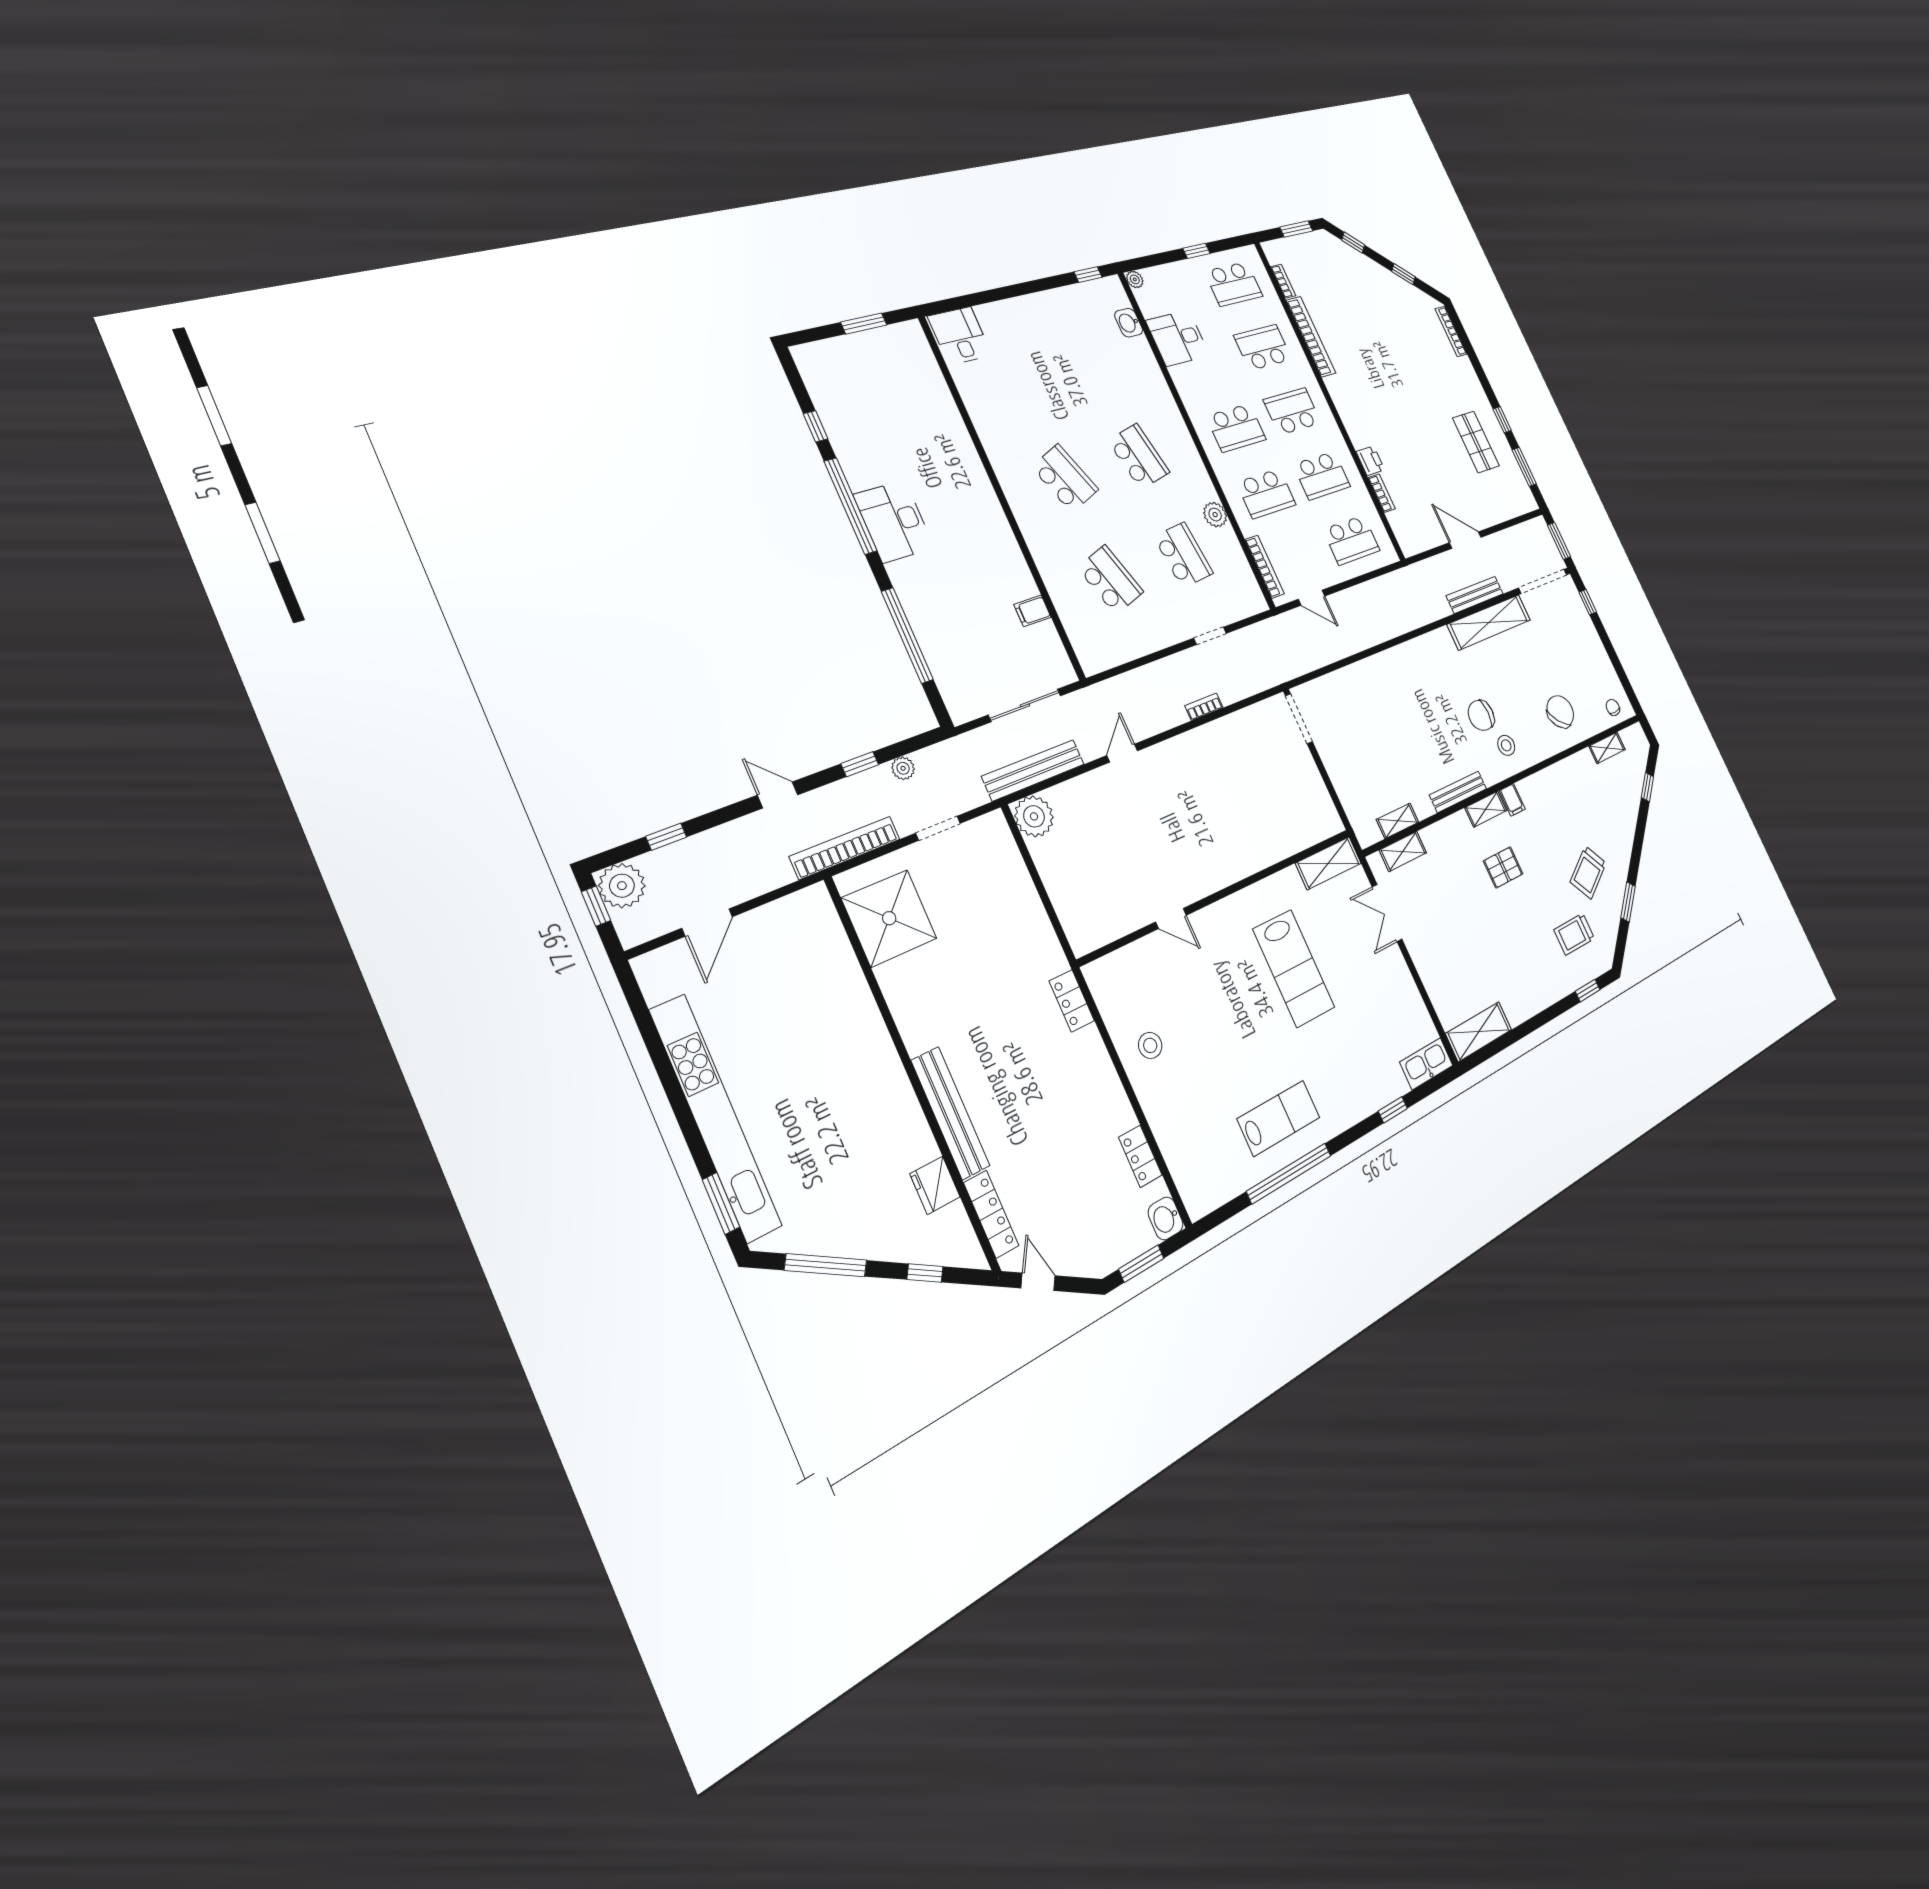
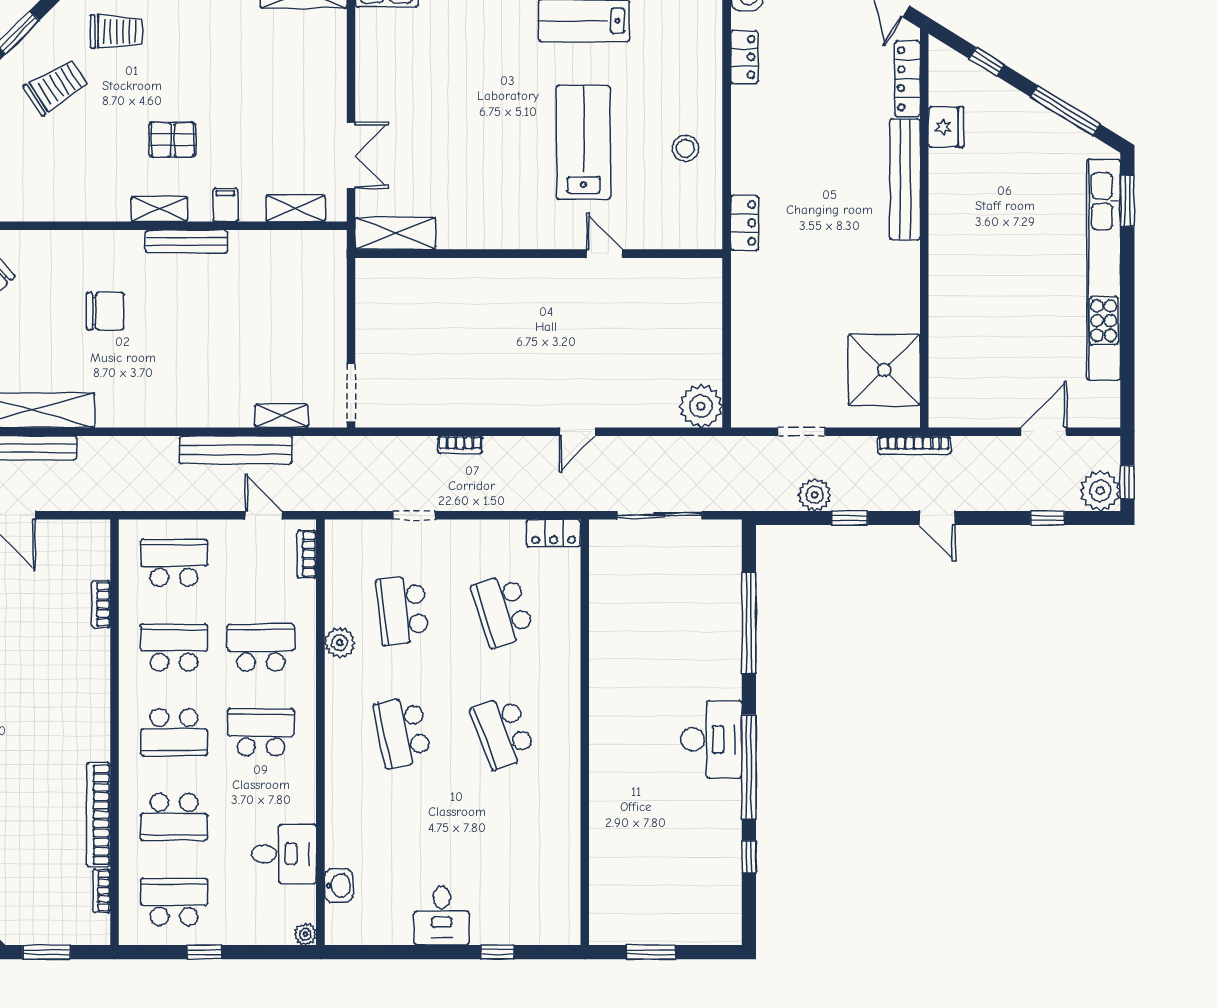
window: (1088, 274) -> (497, 952), moved
desk: (960, 336) -> (442, 916), moved
printer: (1370, 461) -> (95, 646), removed
bookcase: (1265, 567) -> (307, 554), width x0.64
filing cabinet: (1032, 611) -> (606, 606), removed
locker: (1101, 659) -> (554, 533), added
stool: (1506, 745) -> (89, 266), removed
plant: (903, 768) -> (815, 495), width x1.38, depth x1.38
bench: (1033, 770) -> (236, 450), moved
filing cabinet: (1512, 800) -> (226, 205), moved
shelving: (1398, 821) -> (282, 416), moved
bookcase: (845, 848) -> (914, 445), width x0.68, depth x0.76
lab bench: (1294, 968) -> (583, 142), moved

